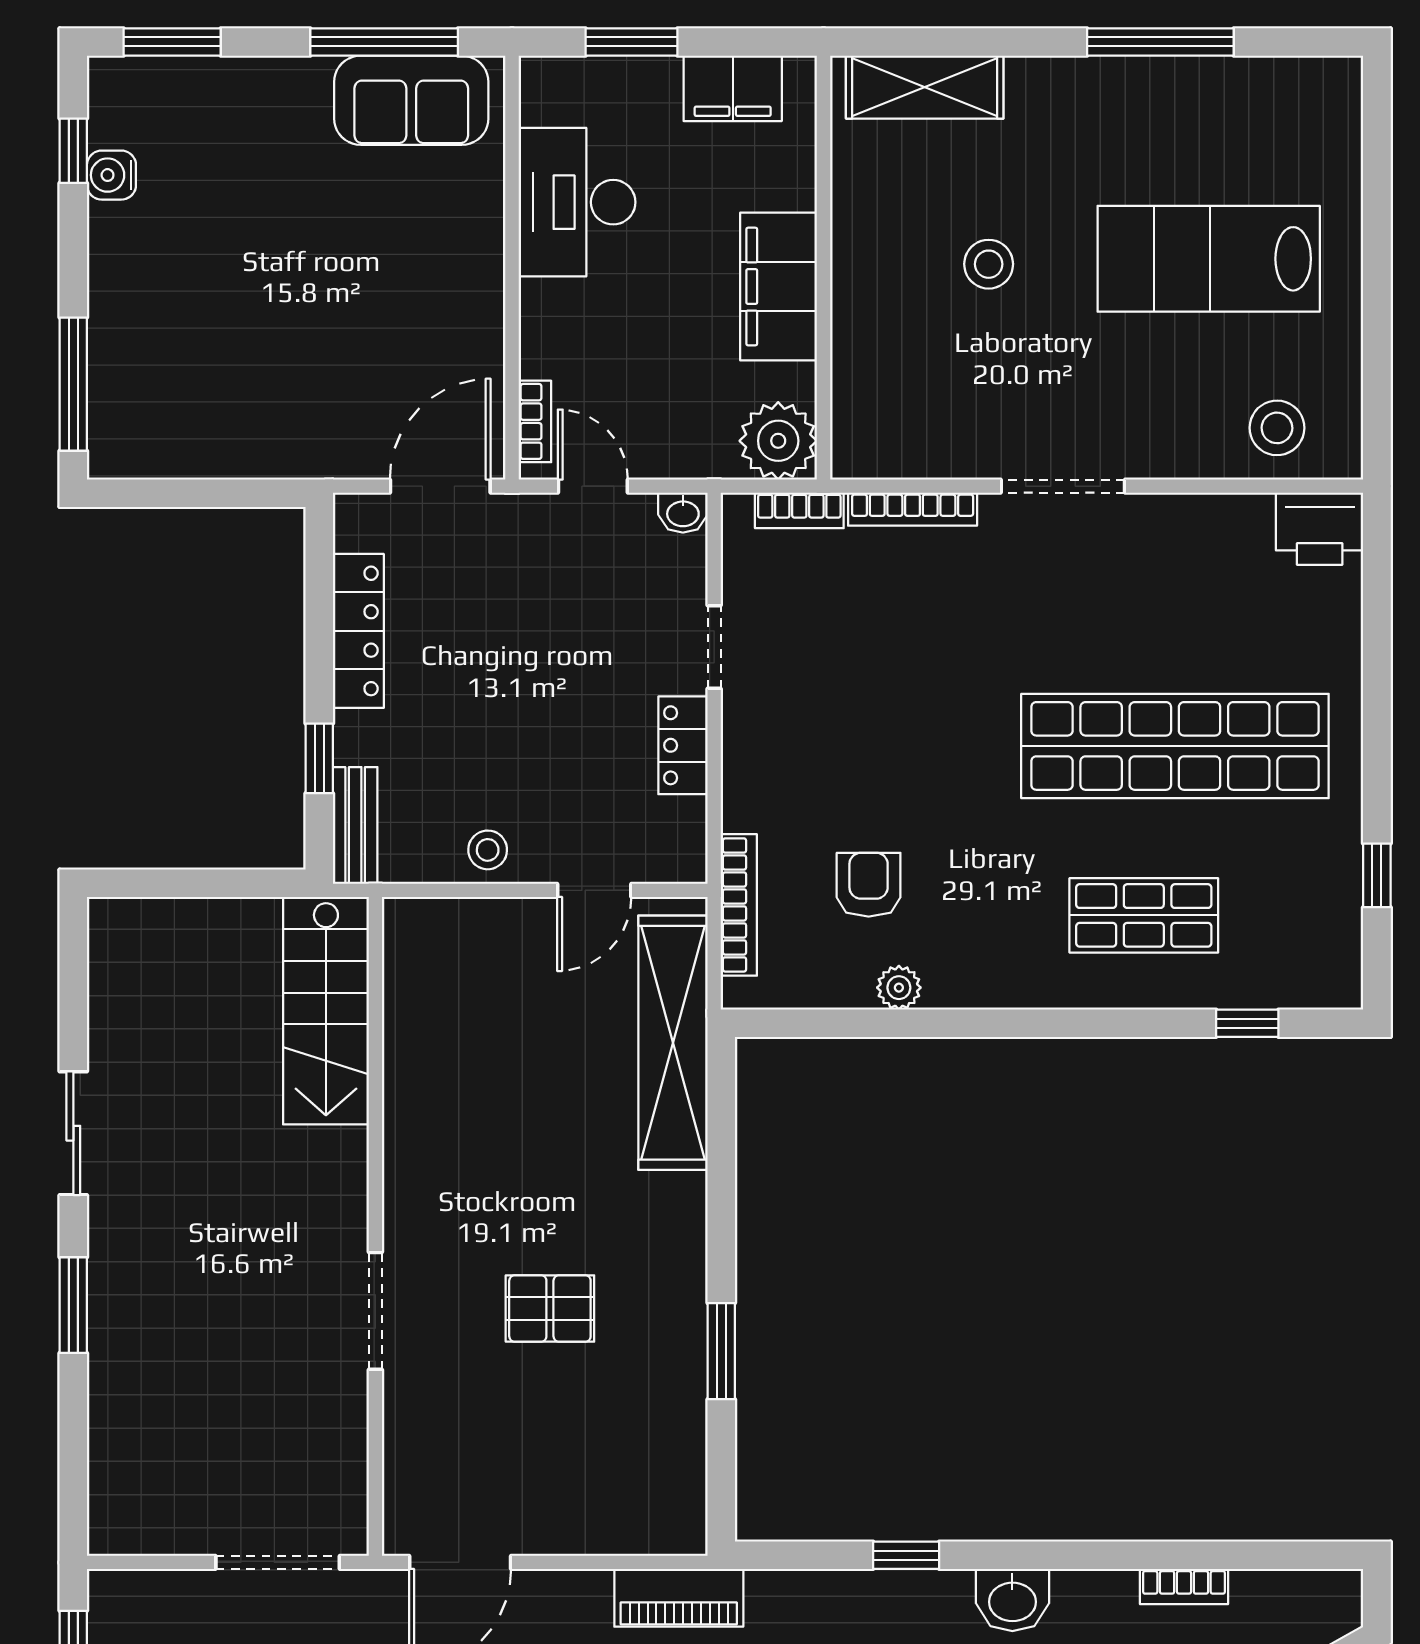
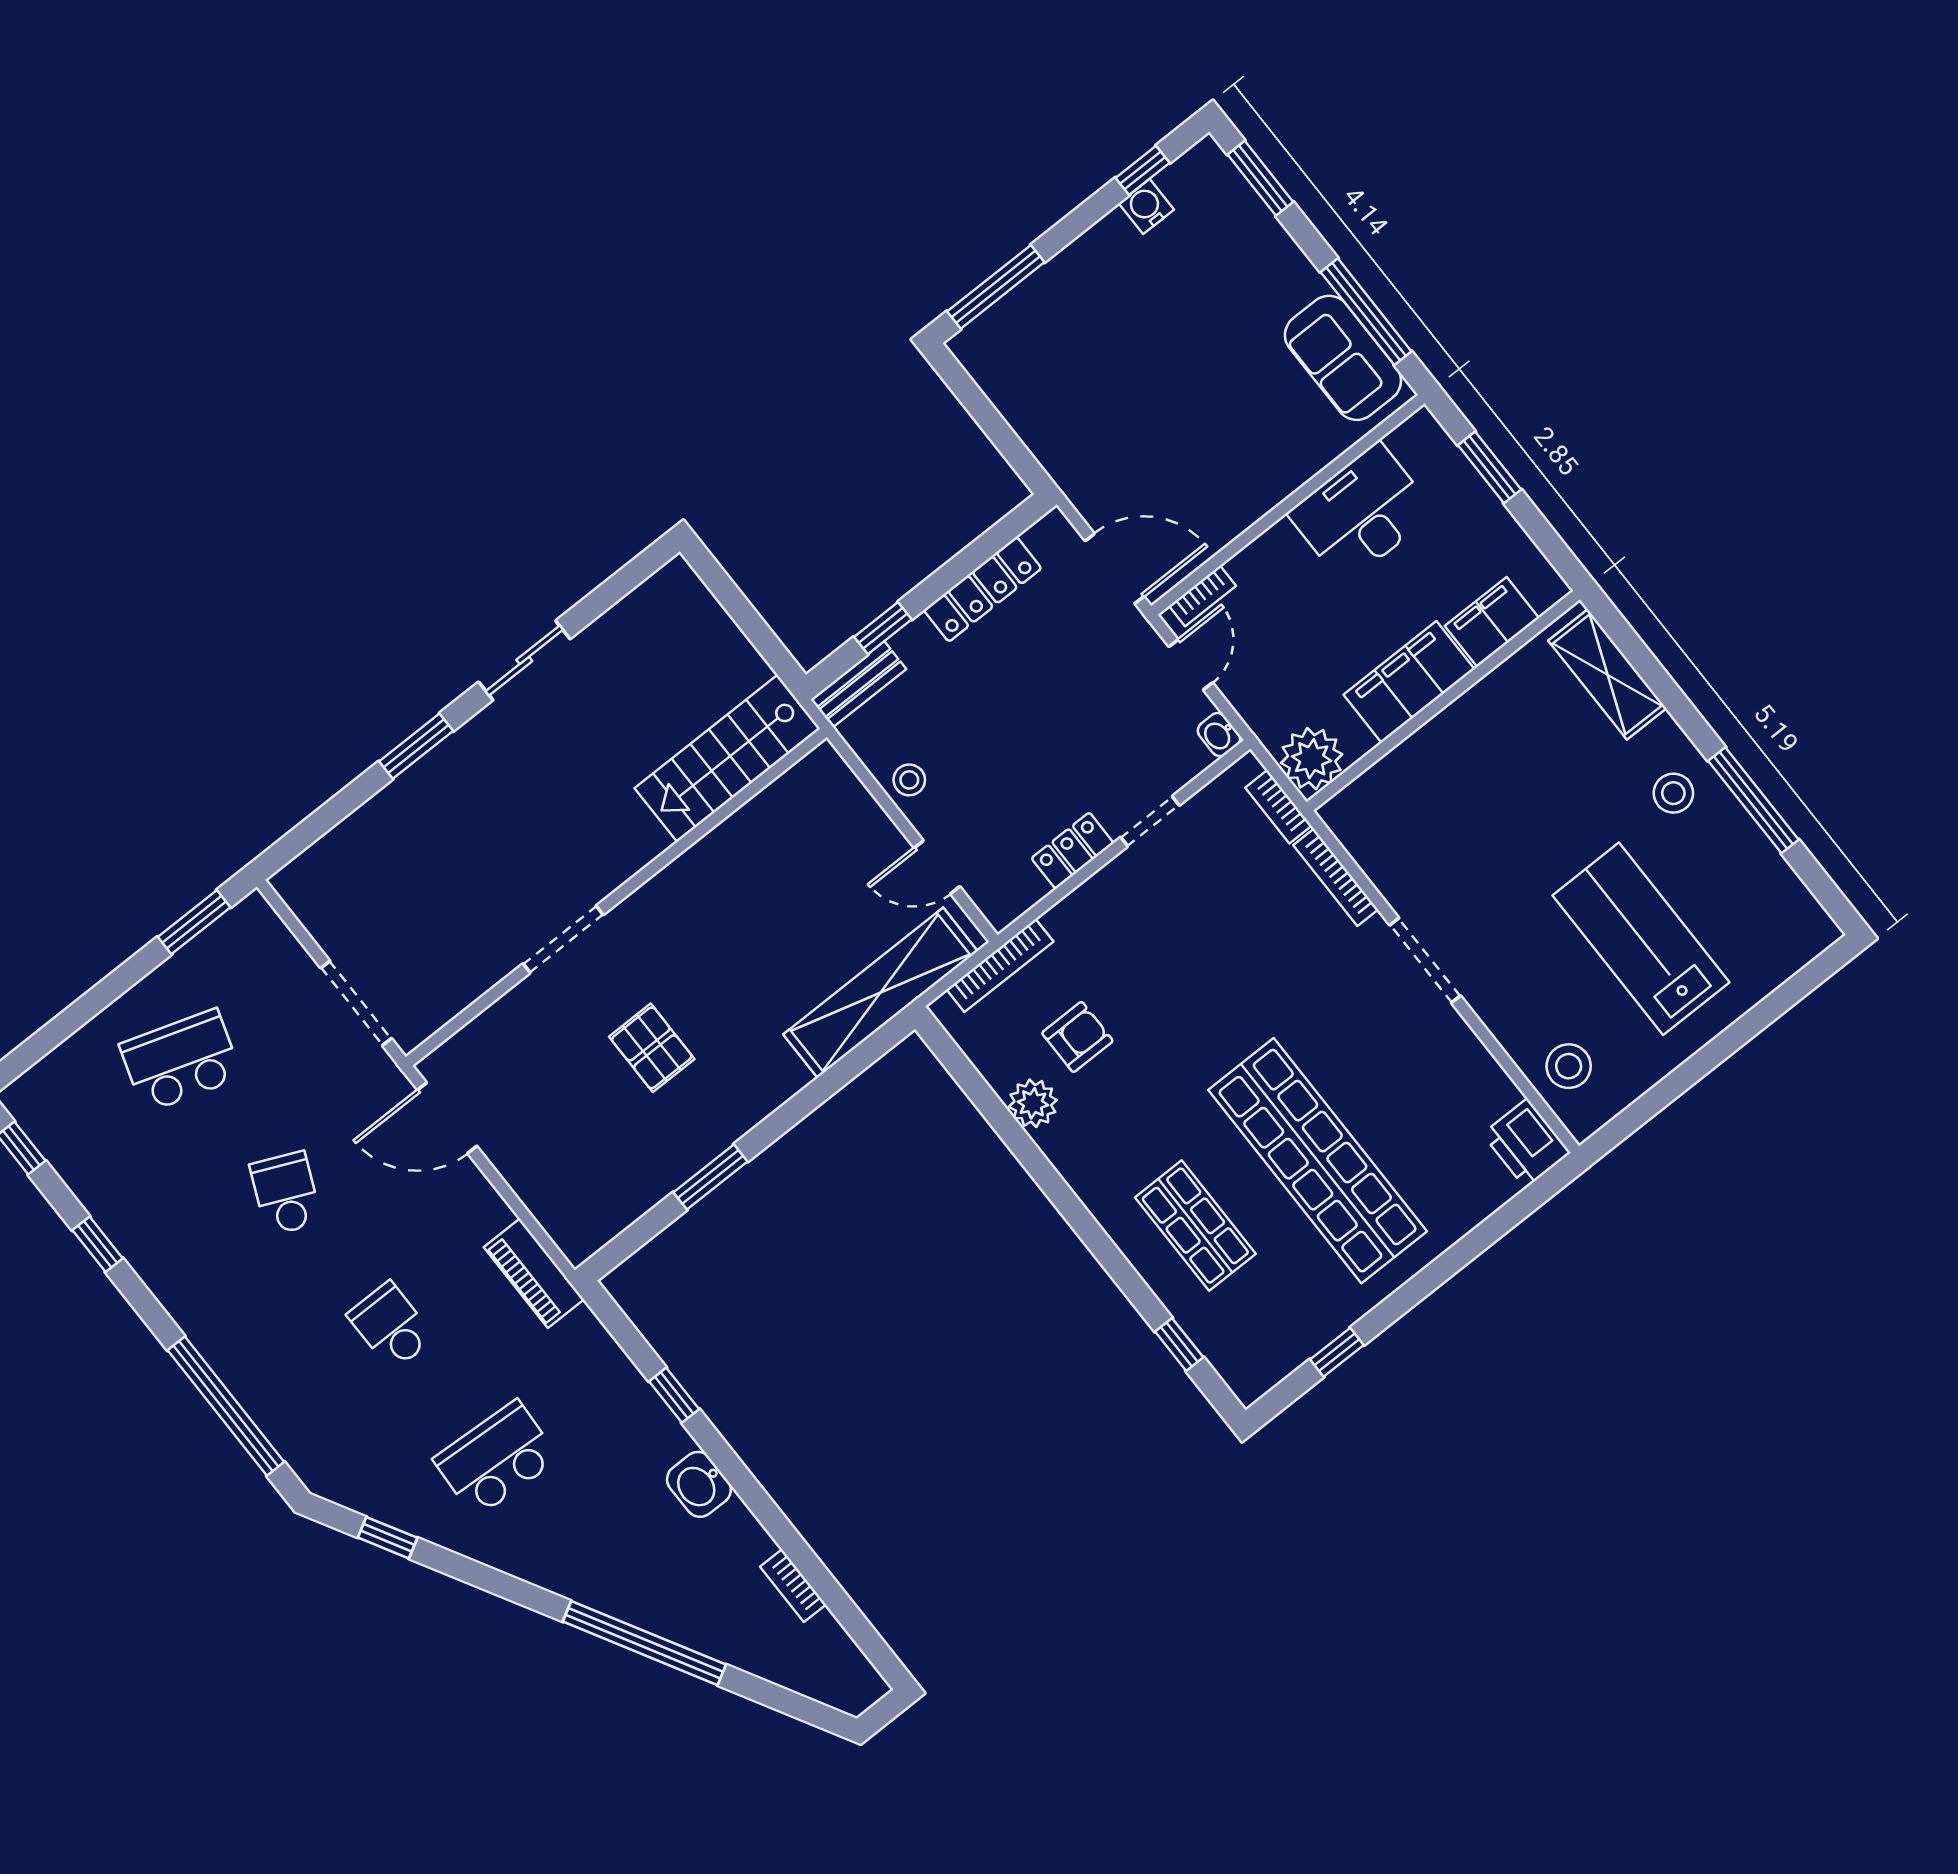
filing cabinet: (733, 88) -> (1492, 622), moved, turned 90
stool: (989, 264) -> (1673, 793), moved
plant: (899, 988) -> (1033, 1103), width x1.38, depth x1.38

